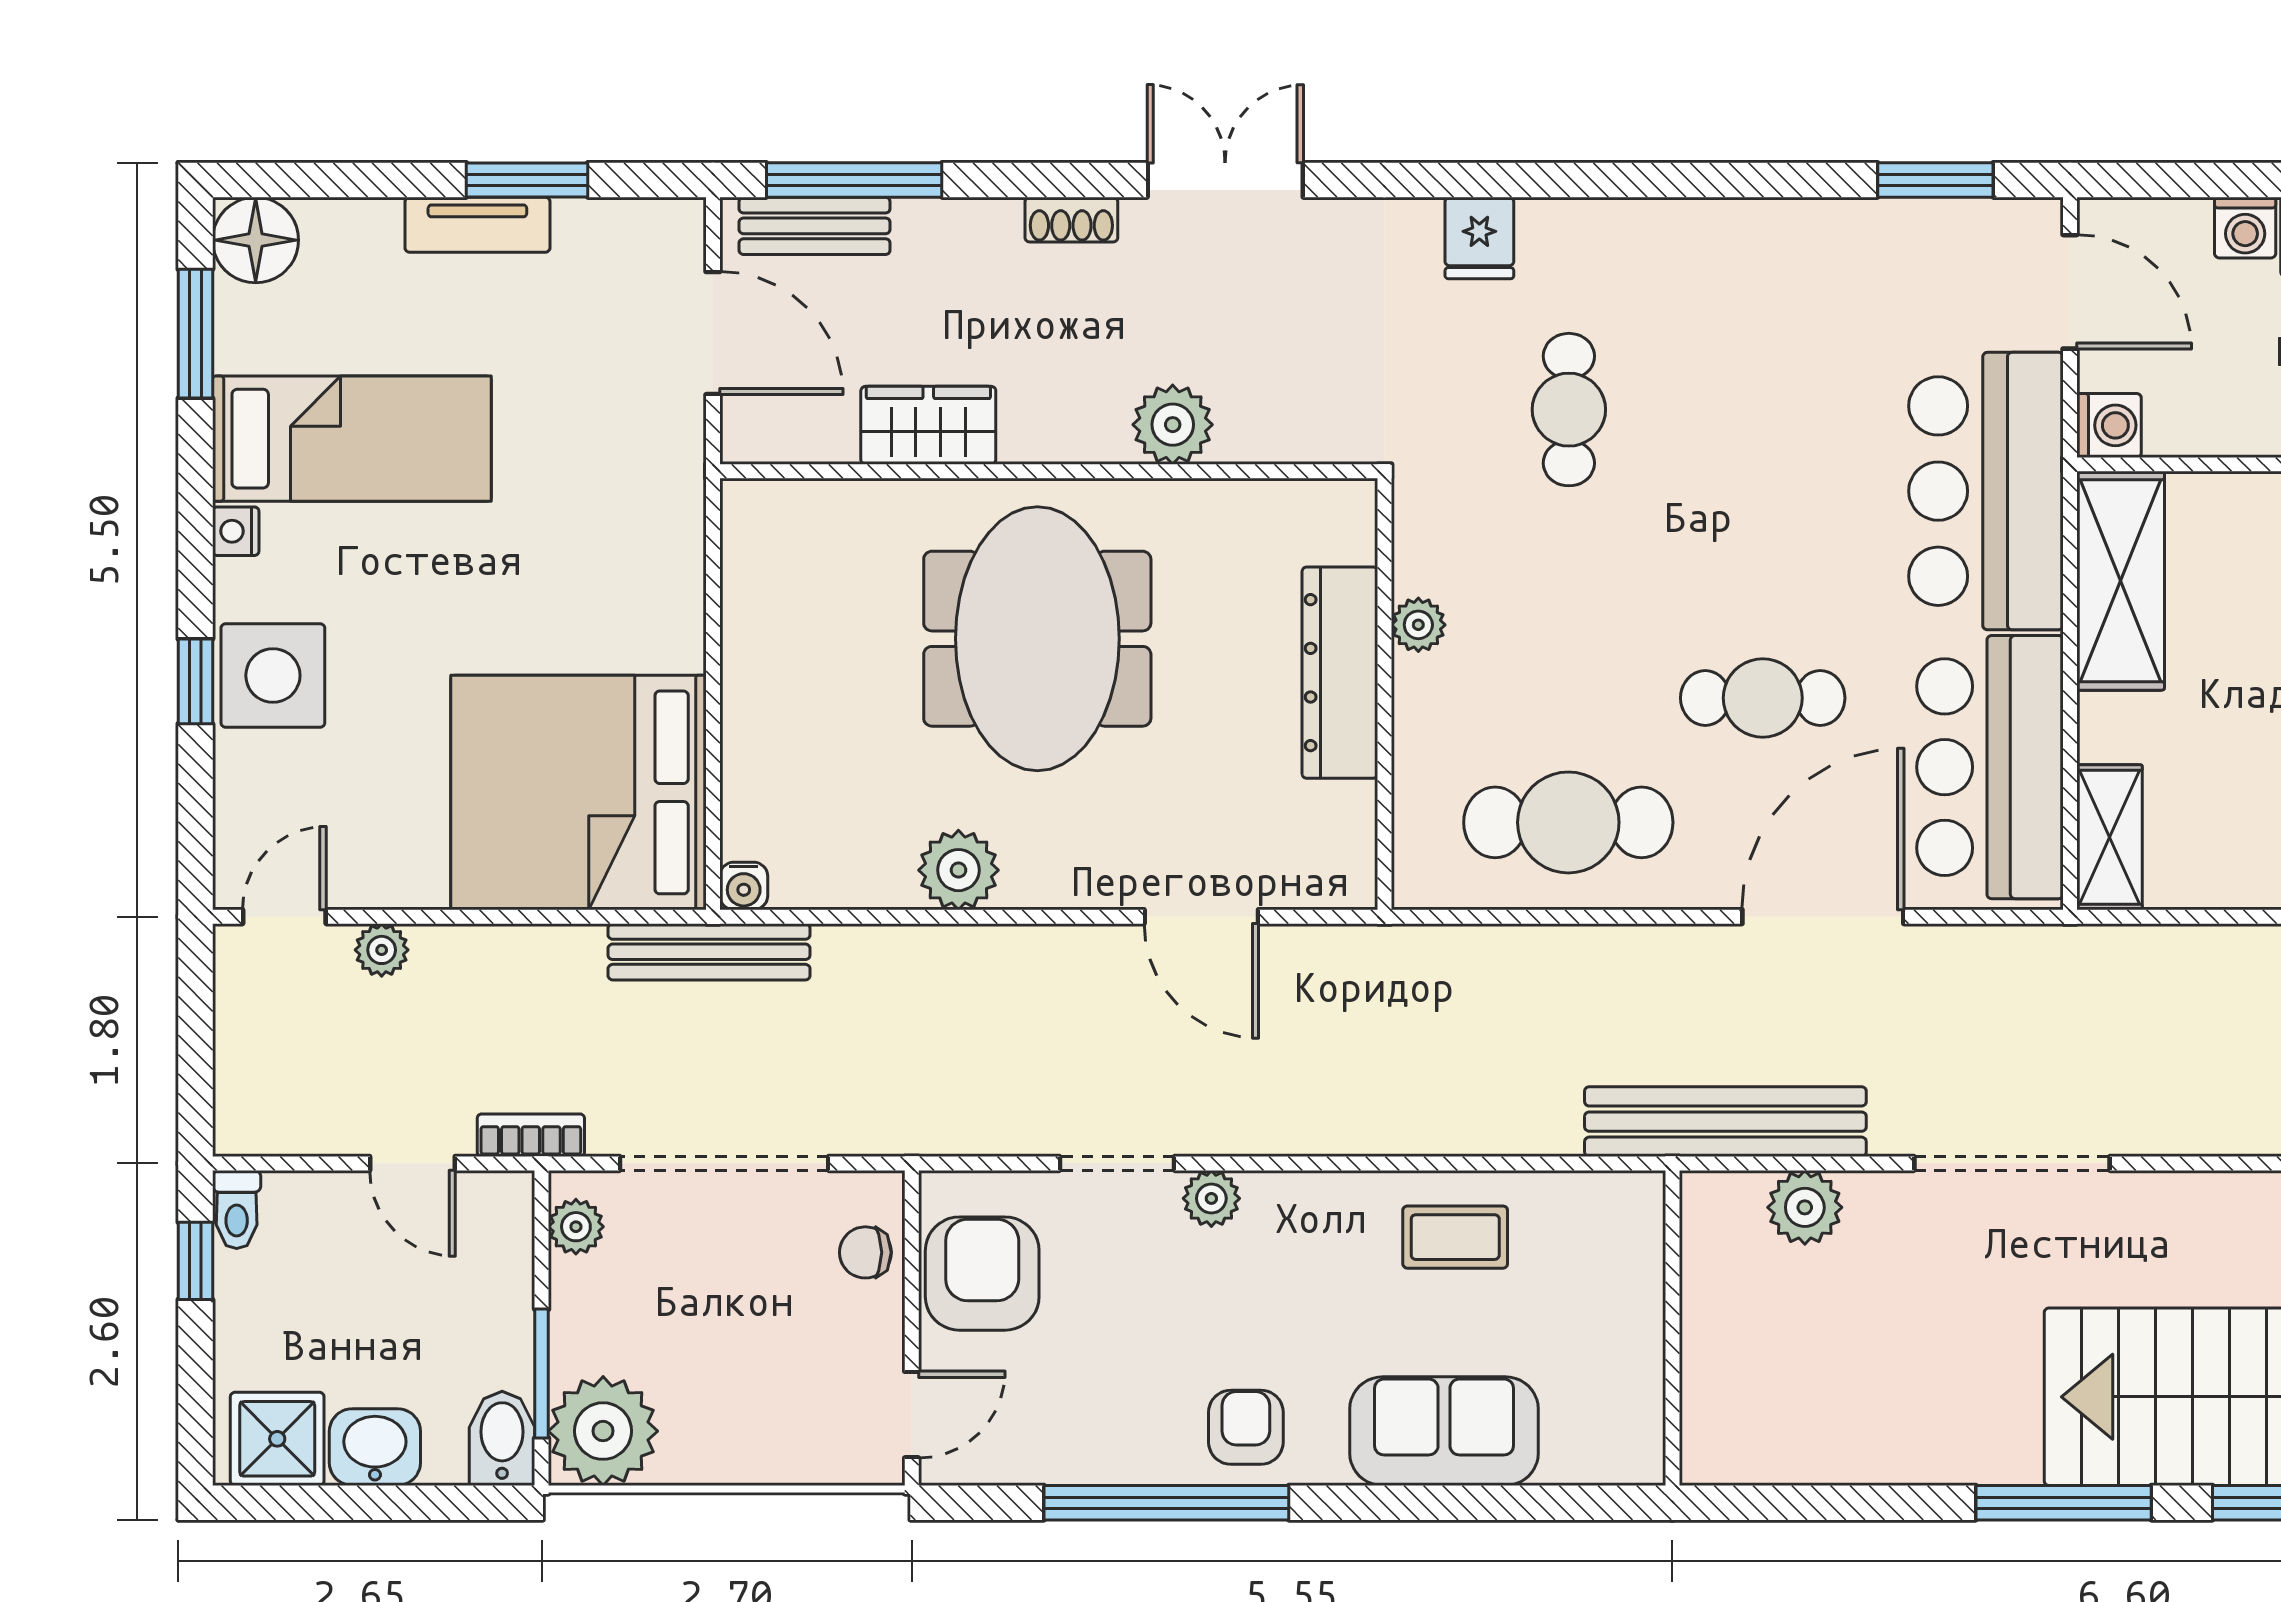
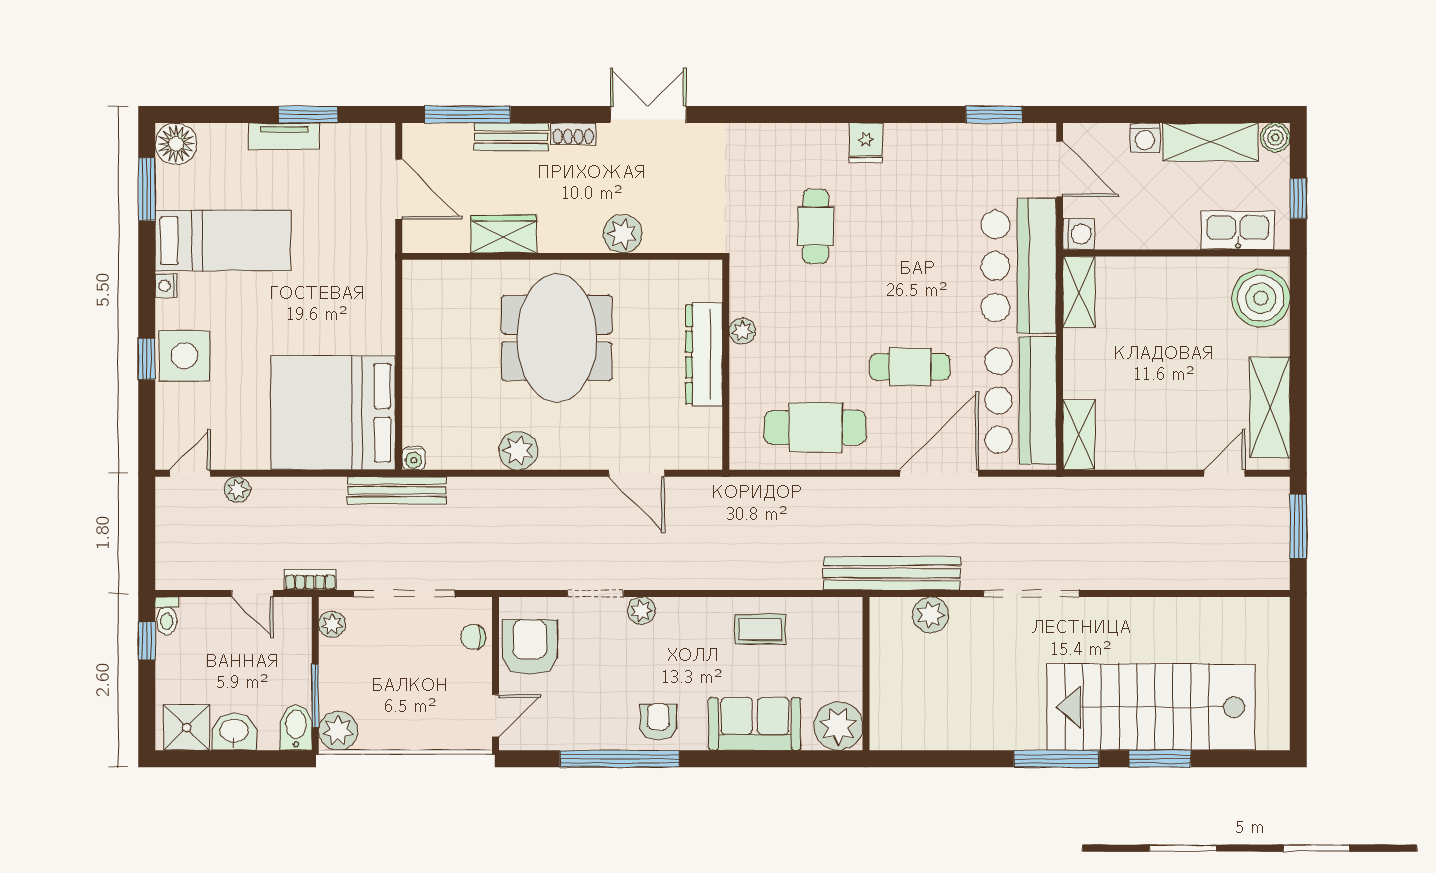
bench: (815, 226) -> (511, 137), moved
fridge: (1479, 238) -> (866, 143), moved
shelving: (2121, 581) -> (1079, 292), width x0.67, depth x0.75
plant: (603, 1431) -> (338, 731), width x0.73, depth x0.73
plant: (1616, 1436) -> (838, 726), added

